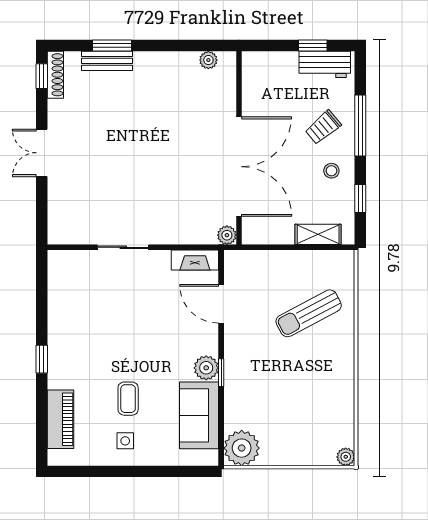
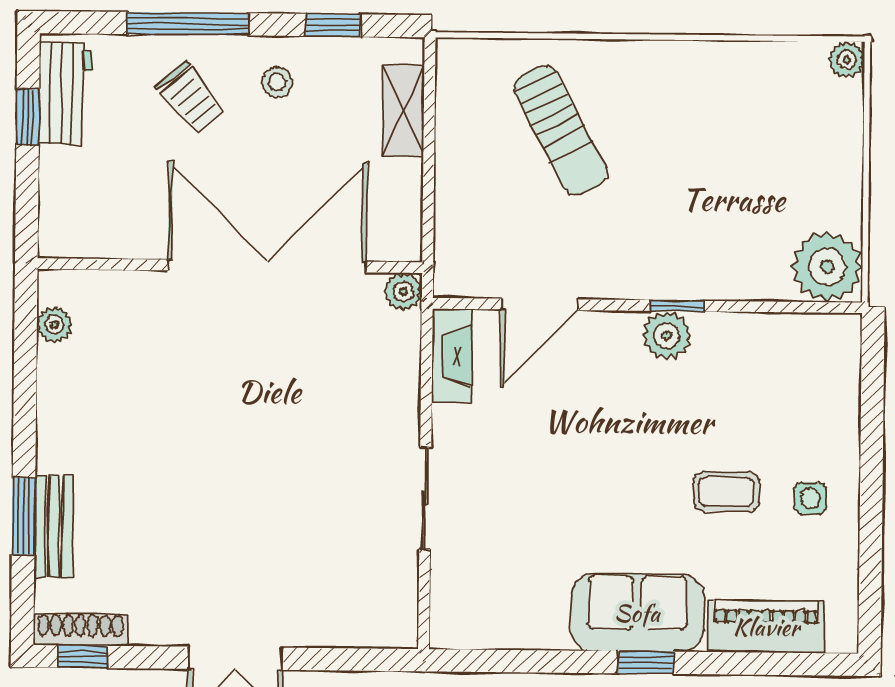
sofa: (199, 415) -> (637, 613), moved, turned 180

